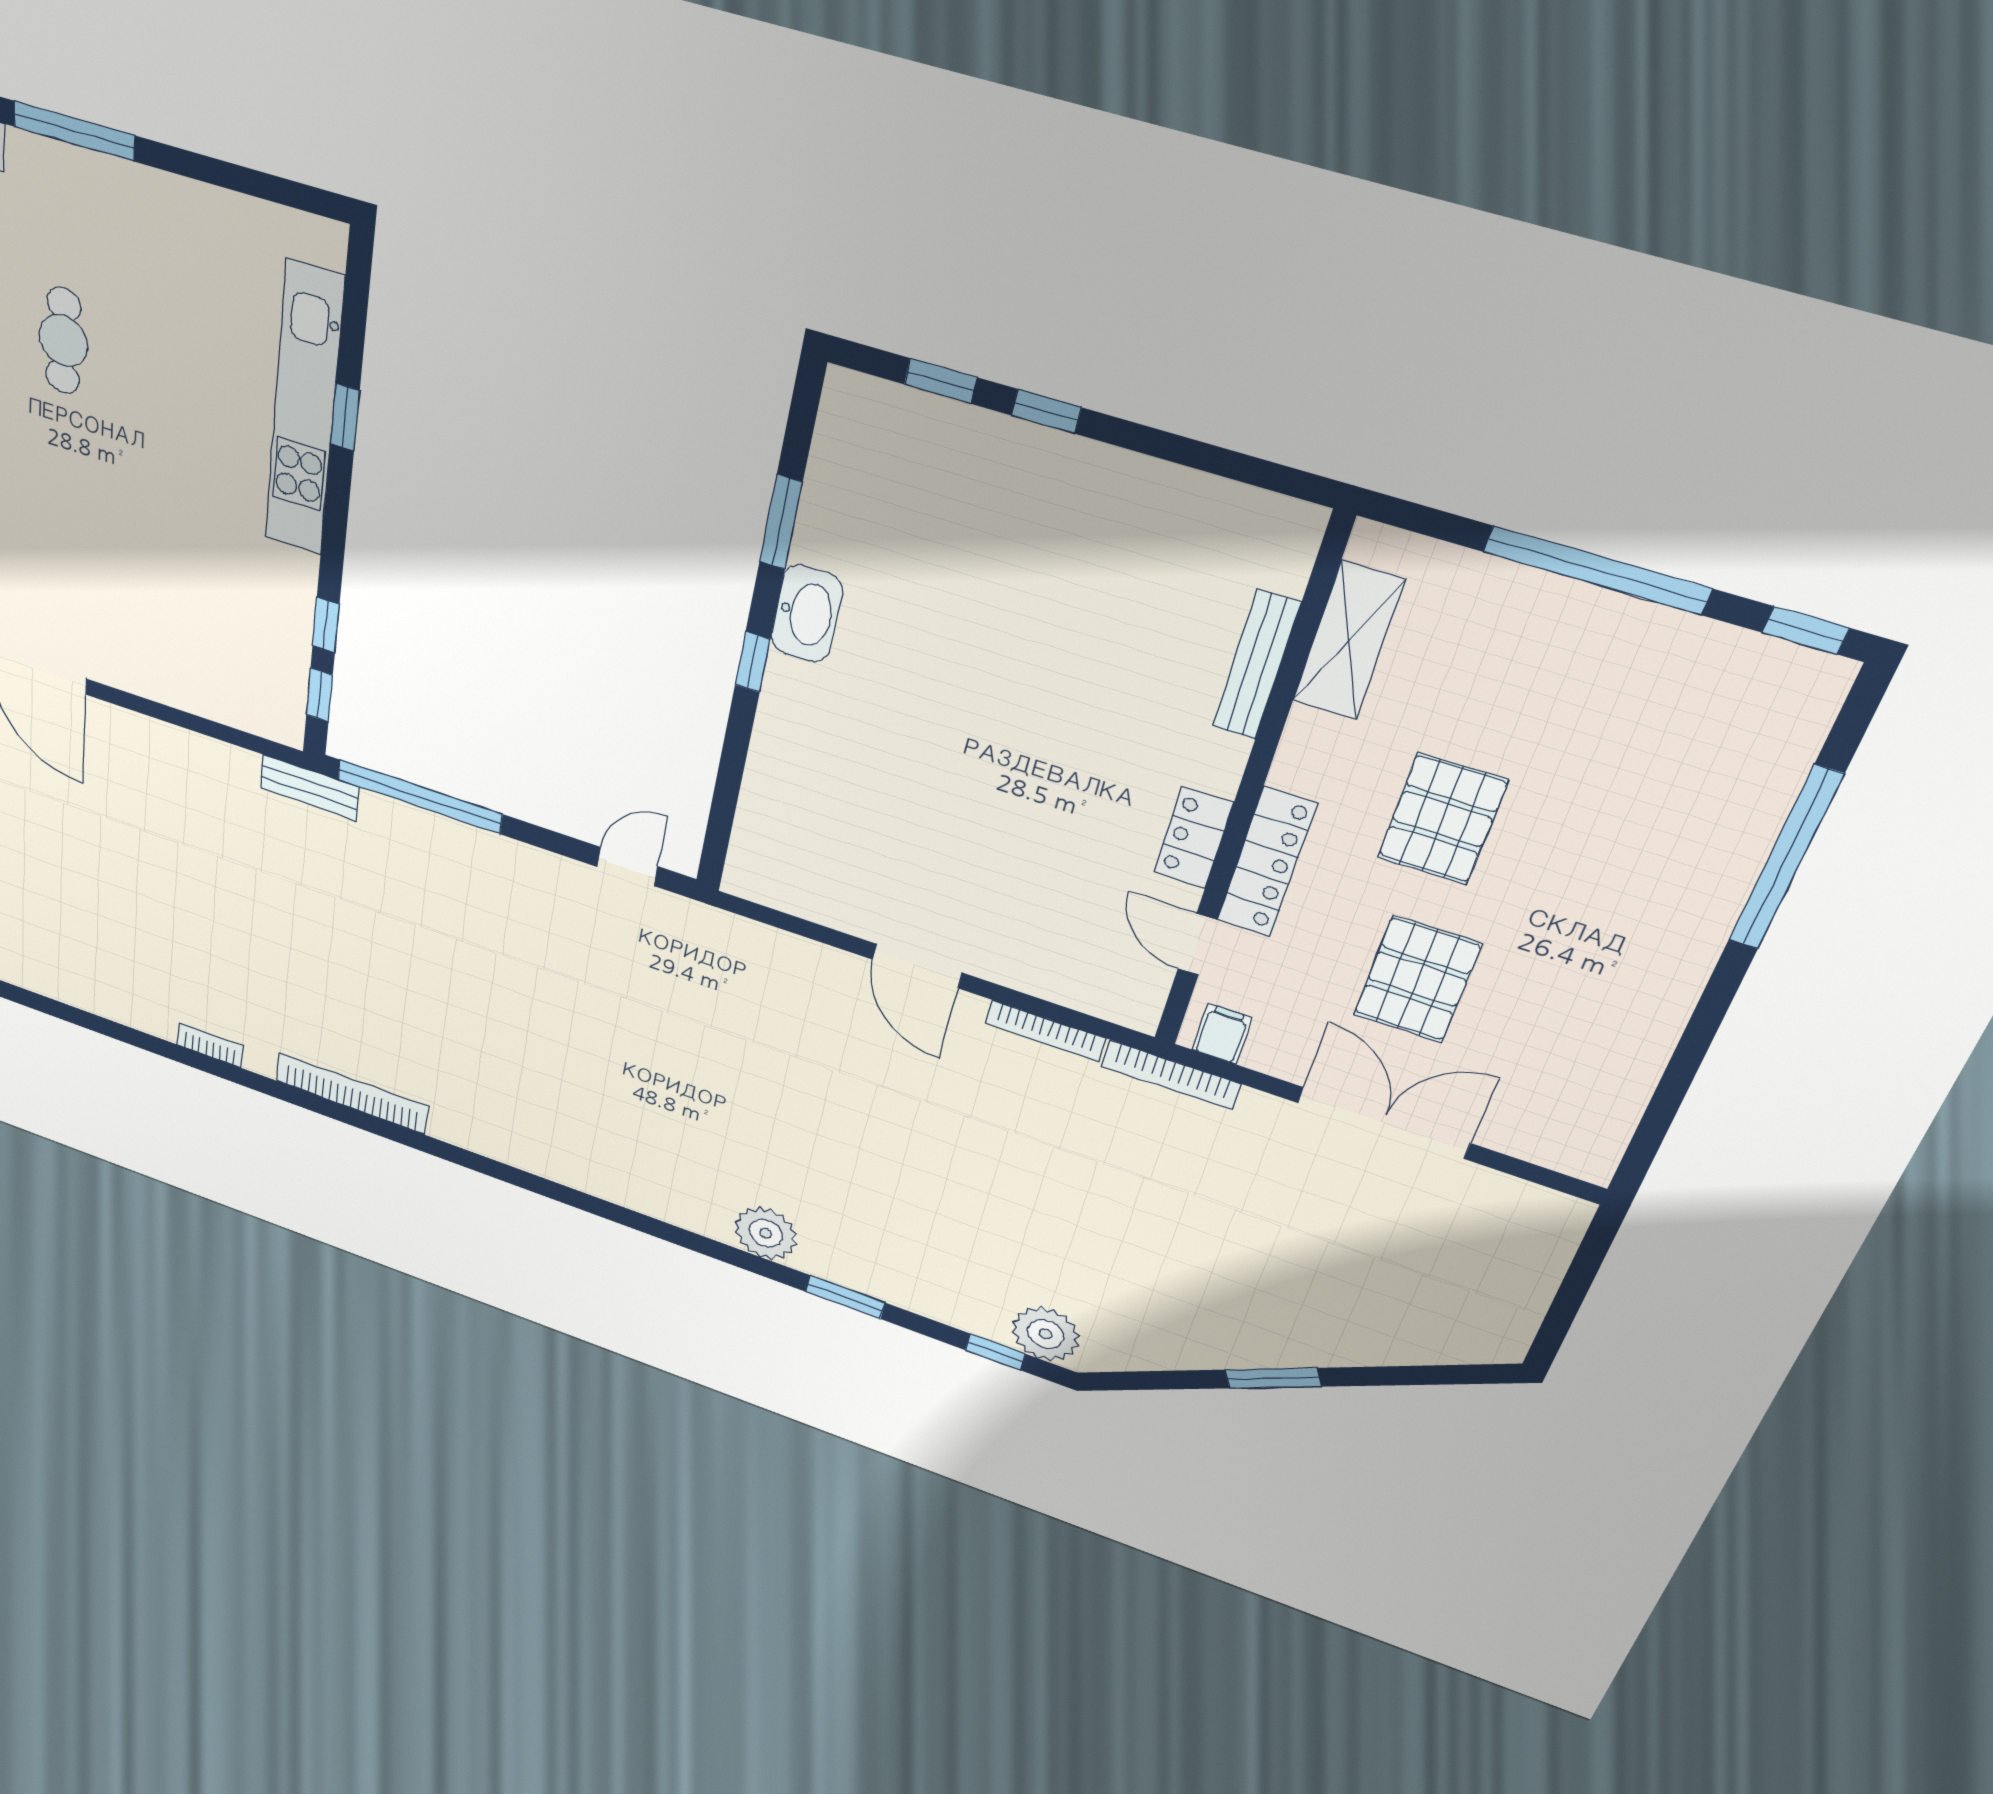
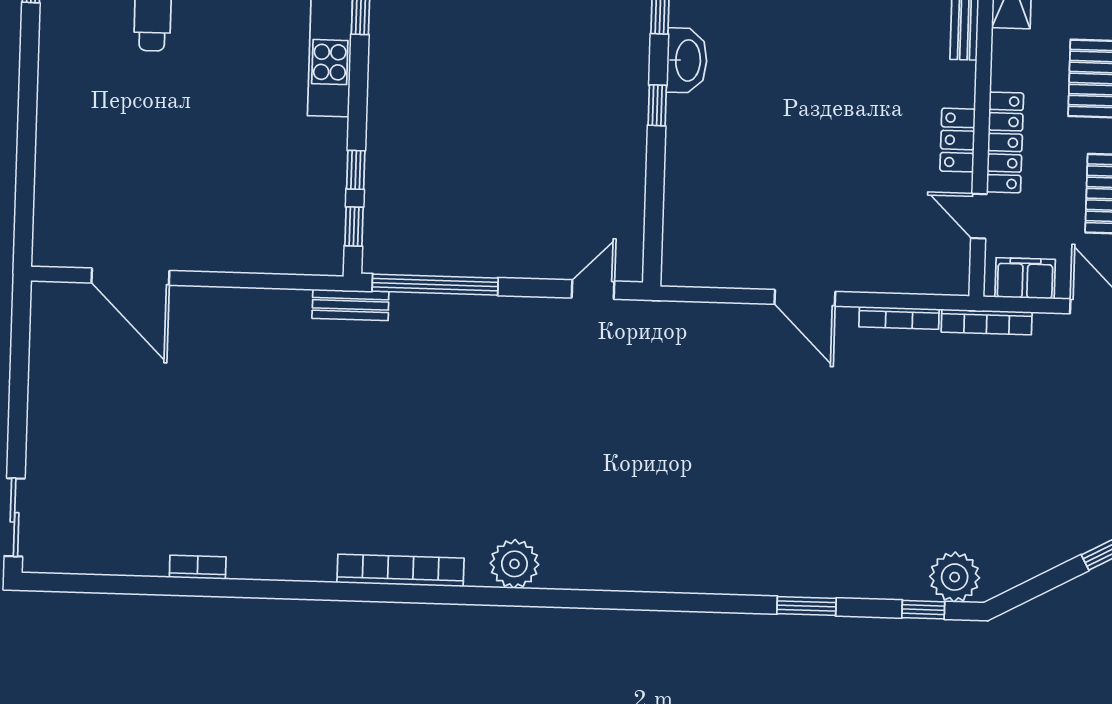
filing cabinet: (1222, 1034) -> (1025, 278), width x2.00
bookcase: (210, 1045) -> (198, 567), moved
plant: (766, 1233) -> (514, 564), moved

